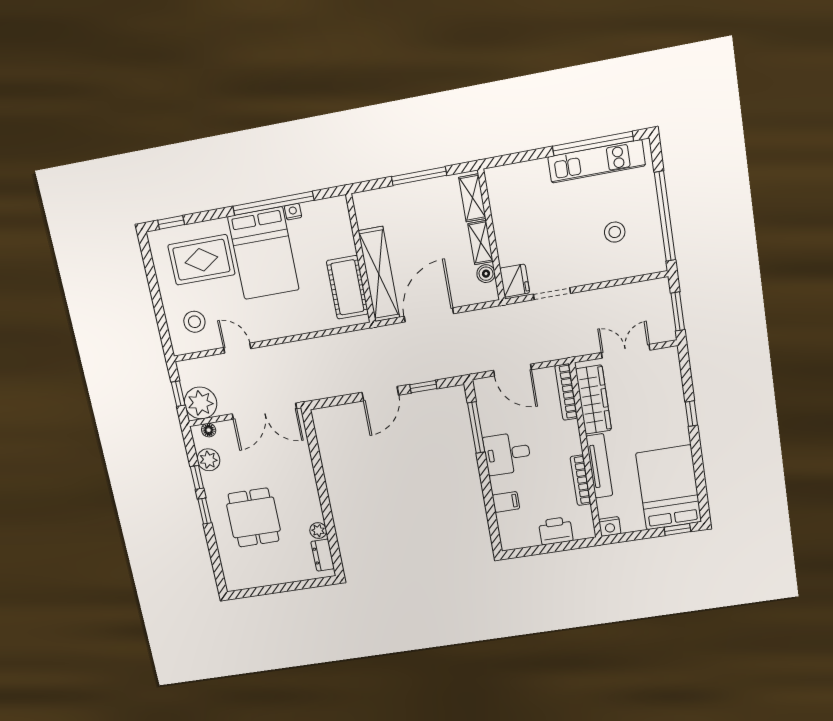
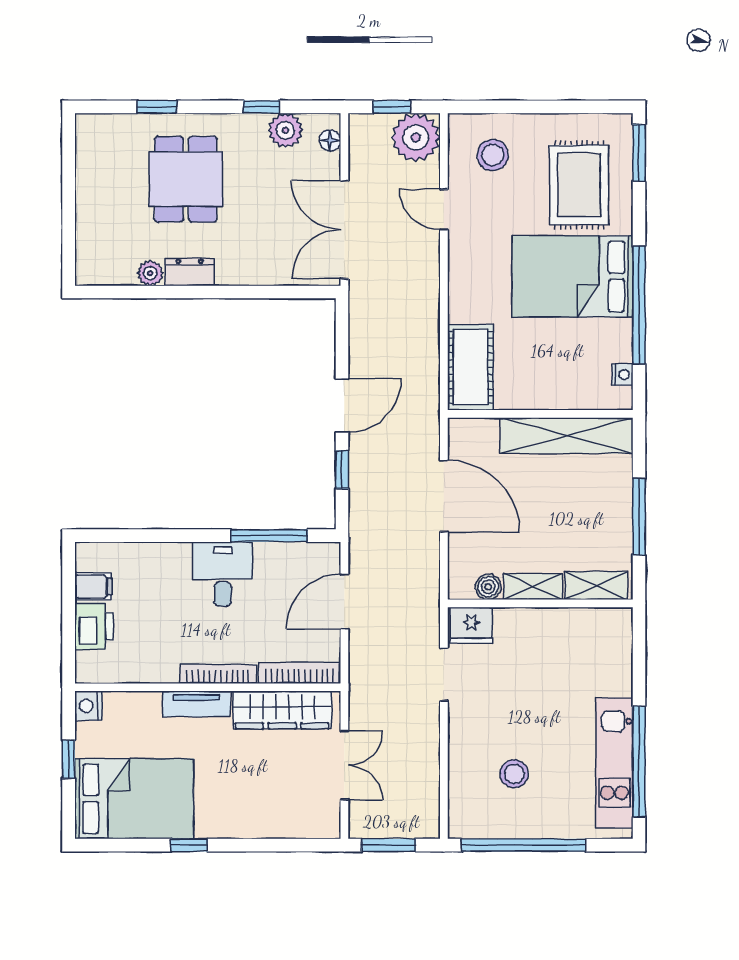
nightstand: (293, 212) -> (622, 375), moved
window: (171, 222) -> (639, 153), width x1.50
shelving: (379, 274) -> (567, 436), moved
cot: (347, 287) -> (471, 367), moved, turned 90
door: (237, 348) -> (444, 209), swing flipped
door: (380, 394) -> (342, 405), swing flipped
plant: (201, 403) -> (416, 137), moved
window: (691, 414) -> (189, 845), moved
tv unit: (599, 466) -> (197, 704), width x0.71
bookcase: (581, 480) -> (218, 674), moved
filing cabinet: (506, 502) -> (93, 586), moved, turned -90
window: (205, 511) -> (157, 107), moved
dining table: (253, 517) -> (186, 179), turned 90
window: (677, 529) -> (69, 759), moved
dresser: (323, 555) -> (190, 272), moved

